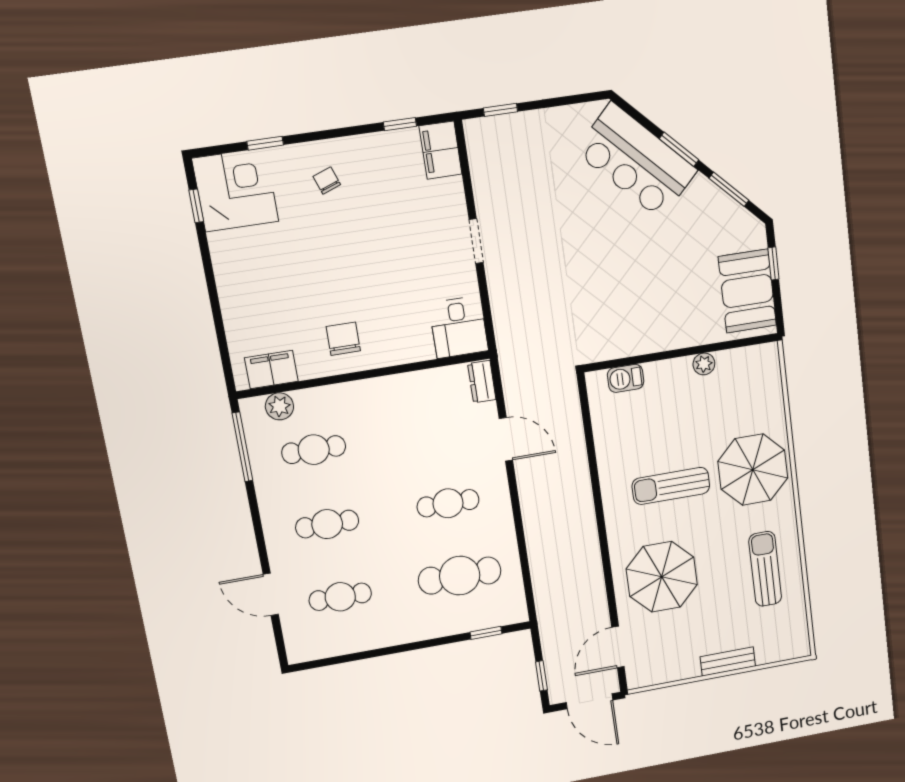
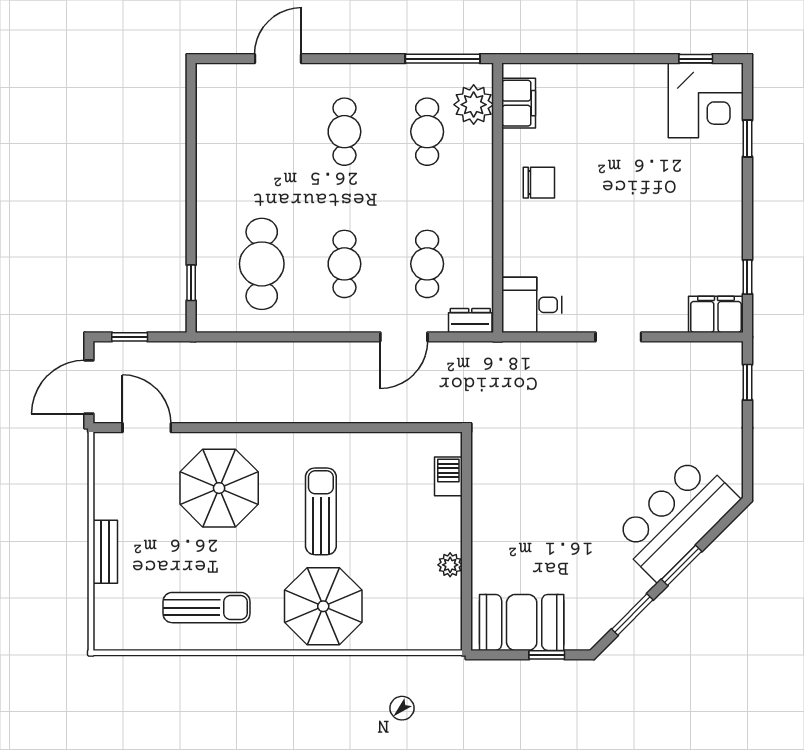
chair: (327, 180) -> (702, 194), removed
plant: (279, 406) -> (474, 105), width x1.36, depth x1.36
cafe table: (340, 597) -> (427, 264), moved

